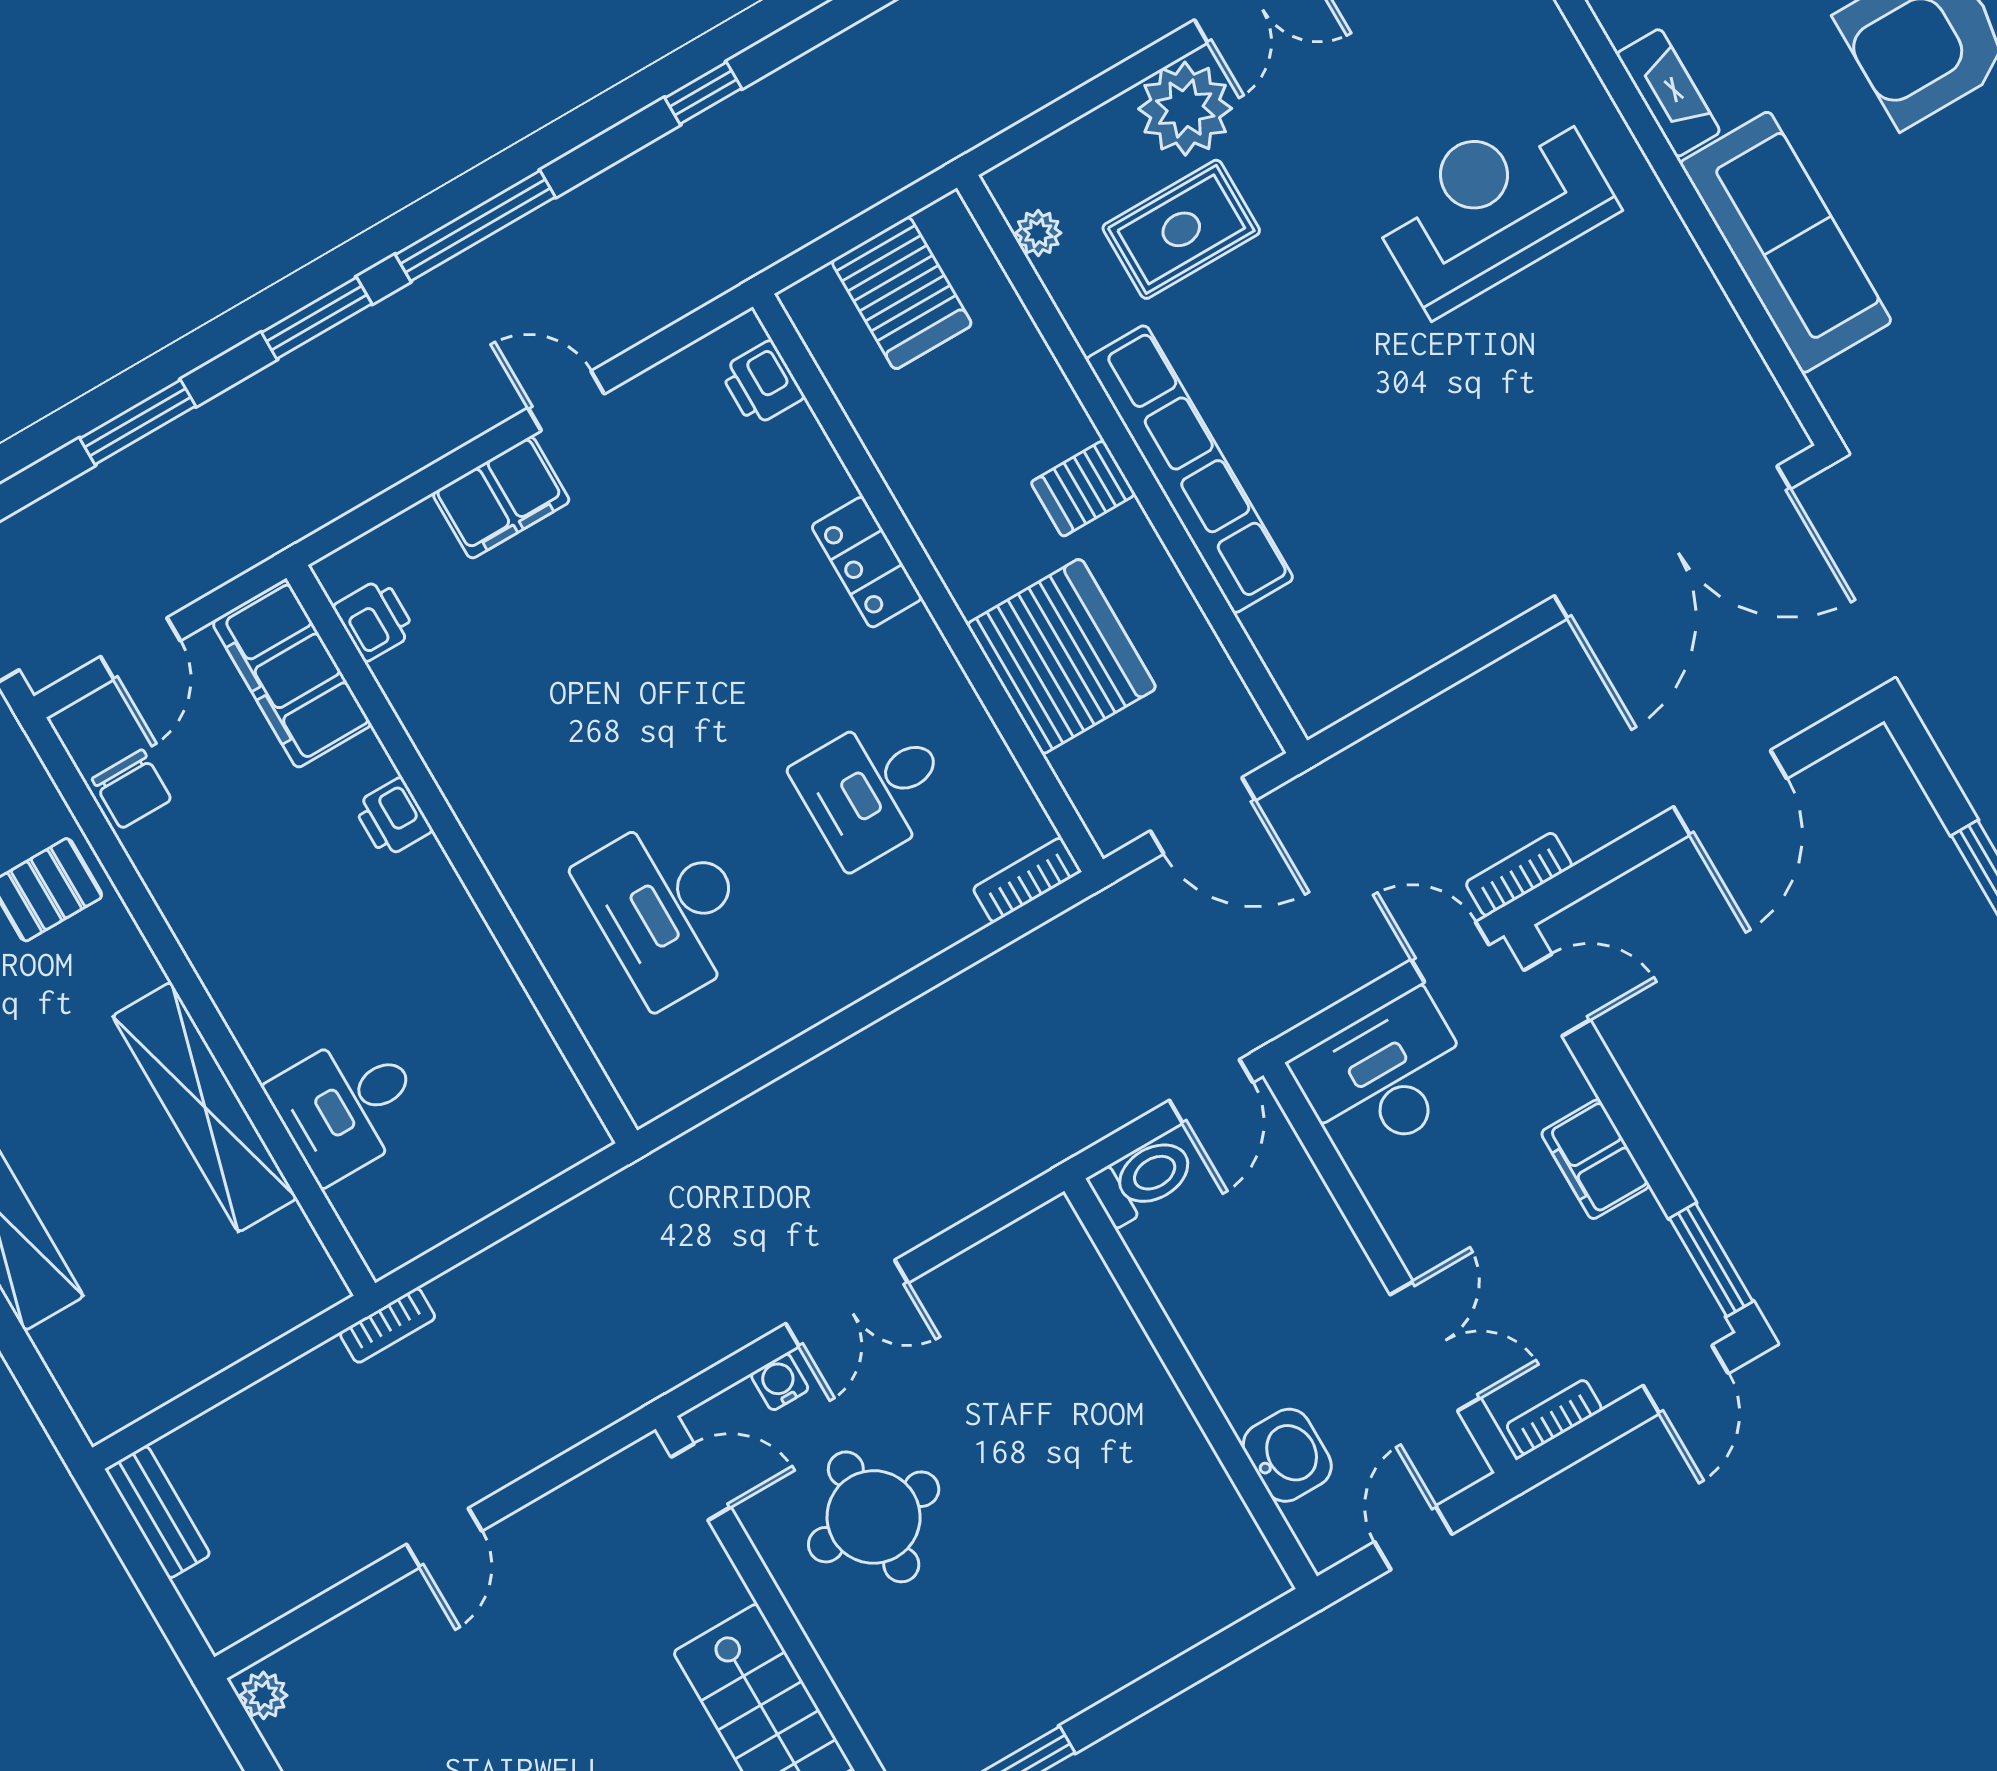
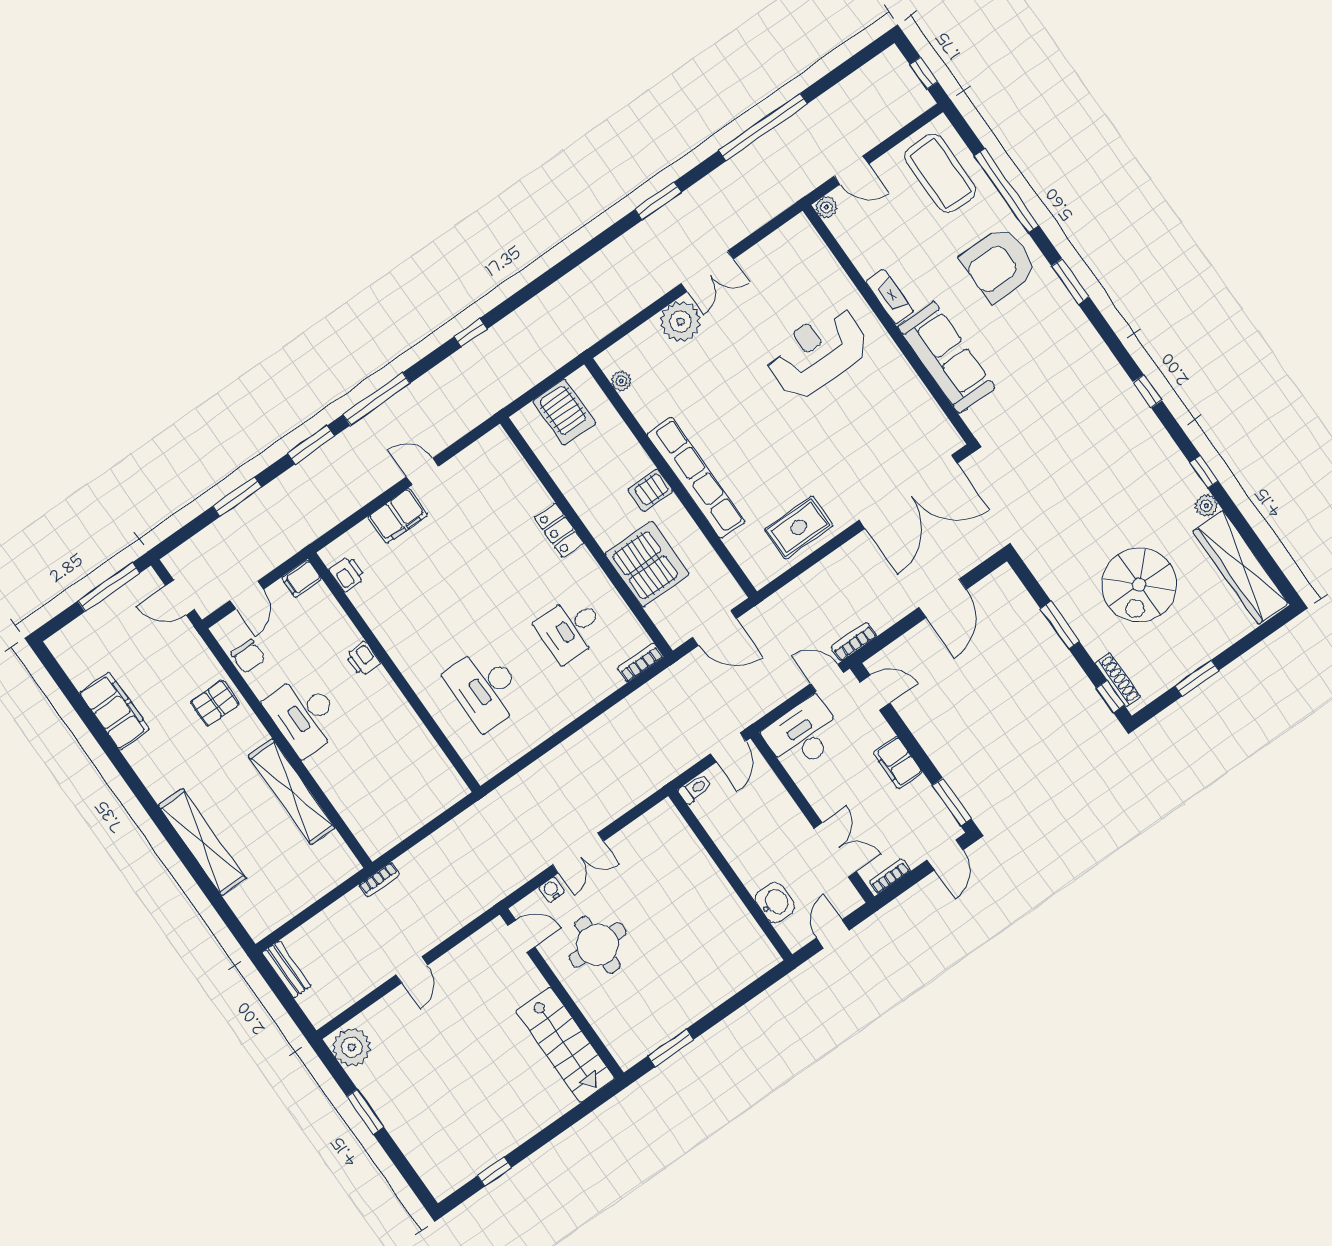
rug: (1181, 229) -> (799, 527), moved
printer: (762, 383) -> (507, 457), removed
filing cabinet: (292, 674) -> (302, 579), width x0.33, depth x0.86
desk: (347, 1105) -> (304, 715), moved, width x1.37
toilet: (1143, 1180) -> (695, 789), width x0.73, depth x0.72
plant: (263, 1695) -> (352, 1047), width x1.88, depth x1.88

